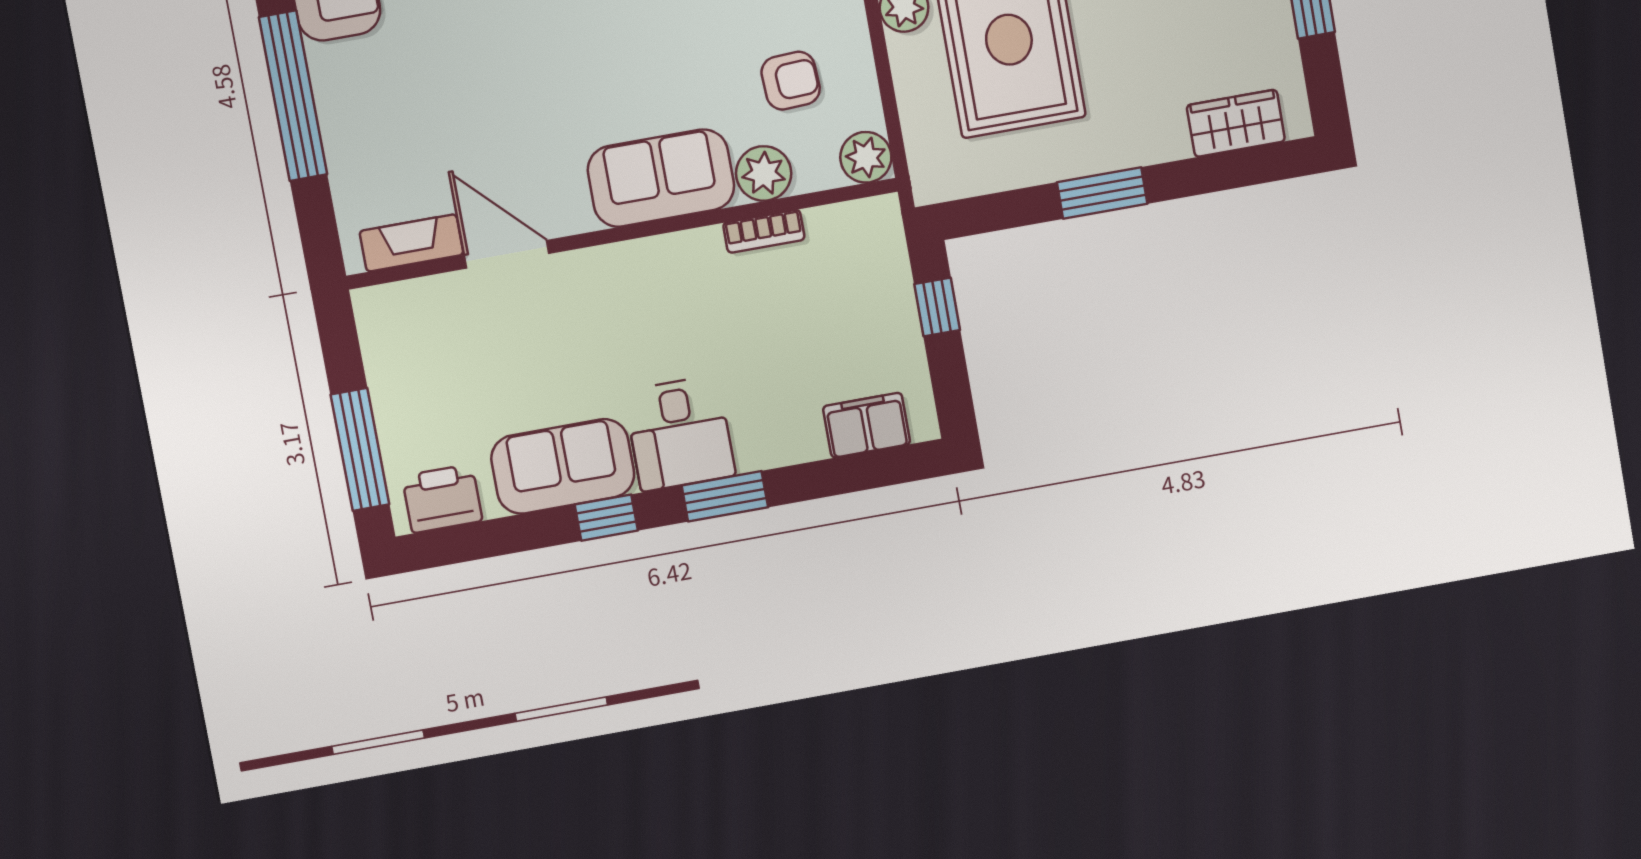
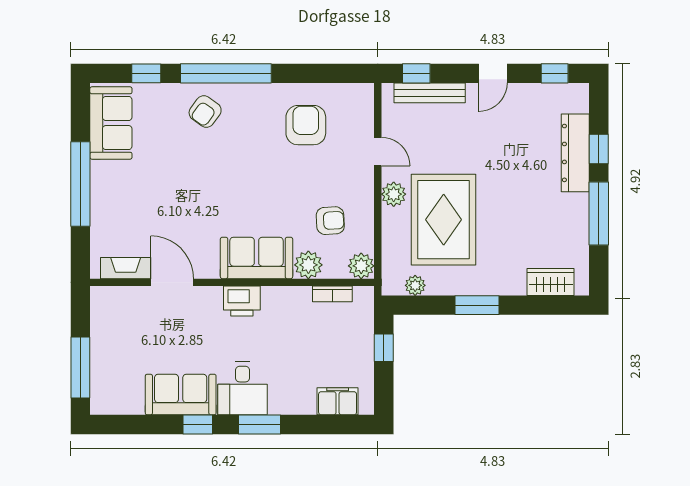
plant: (976, 176) -> (415, 285), added
bookcase: (764, 231) -> (332, 294), moved
printer: (442, 499) -> (242, 301), moved, turned 180

